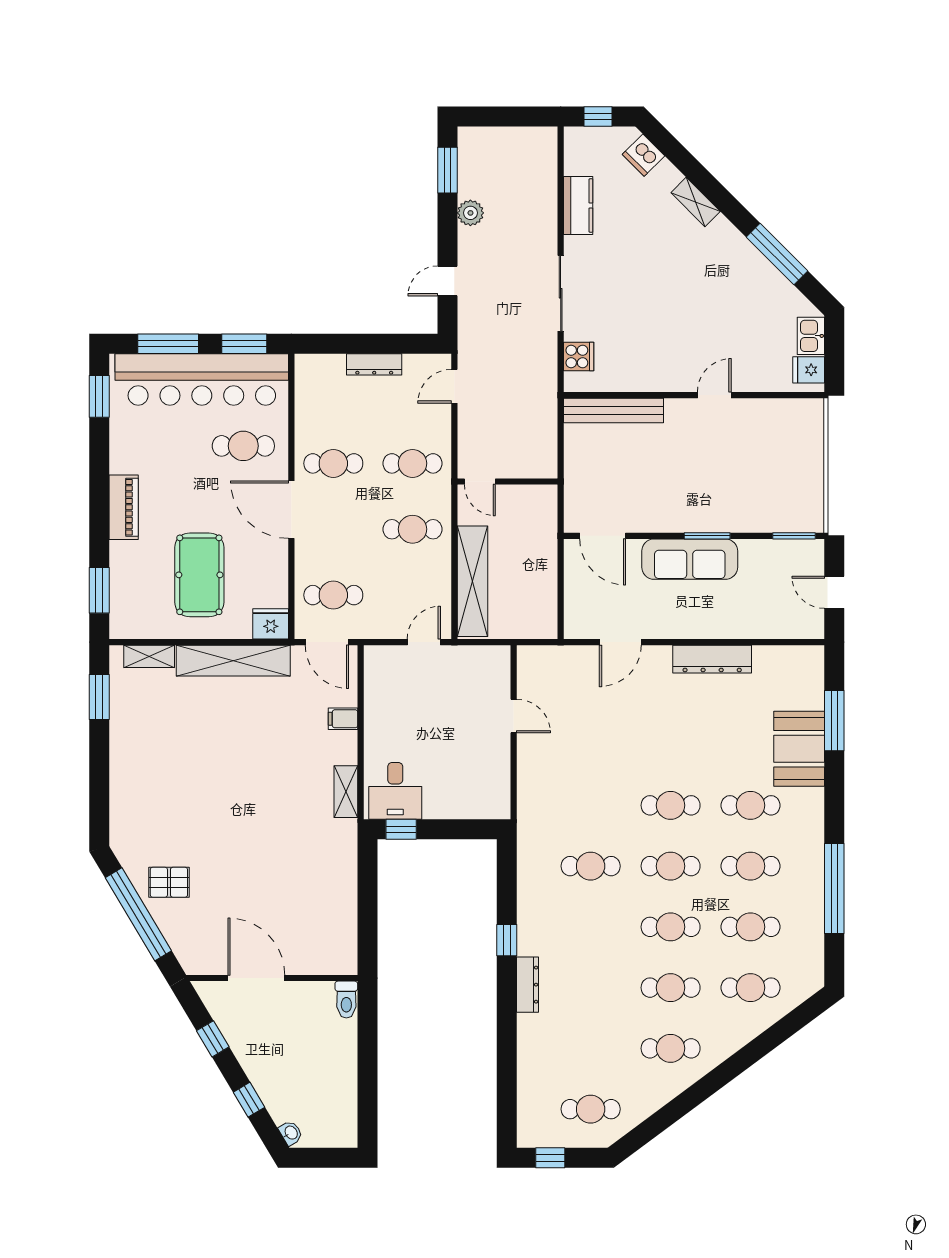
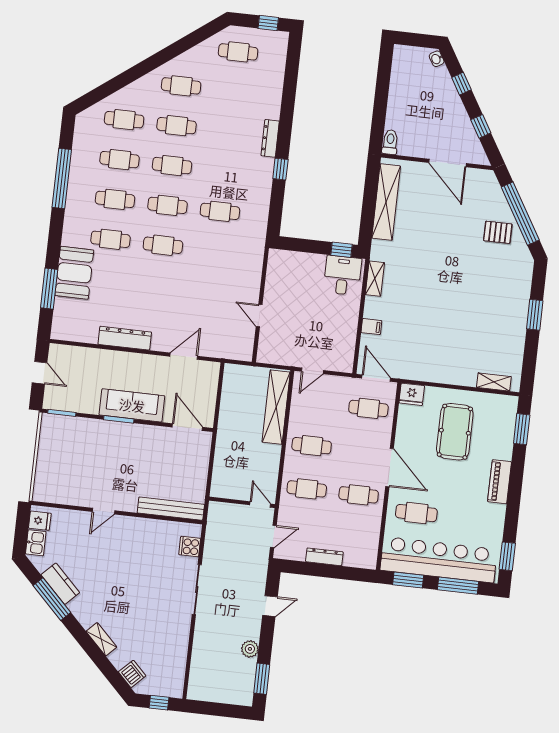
kitchen counter: (578, 205) -> (60, 584), moved, turned 135
door: (480, 482) -> (260, 504), moved
wall: (508, 482) -> (242, 502), moved
shelving: (233, 661) -> (386, 202), moved, turned 90
window: (99, 697) -> (535, 315), moved

